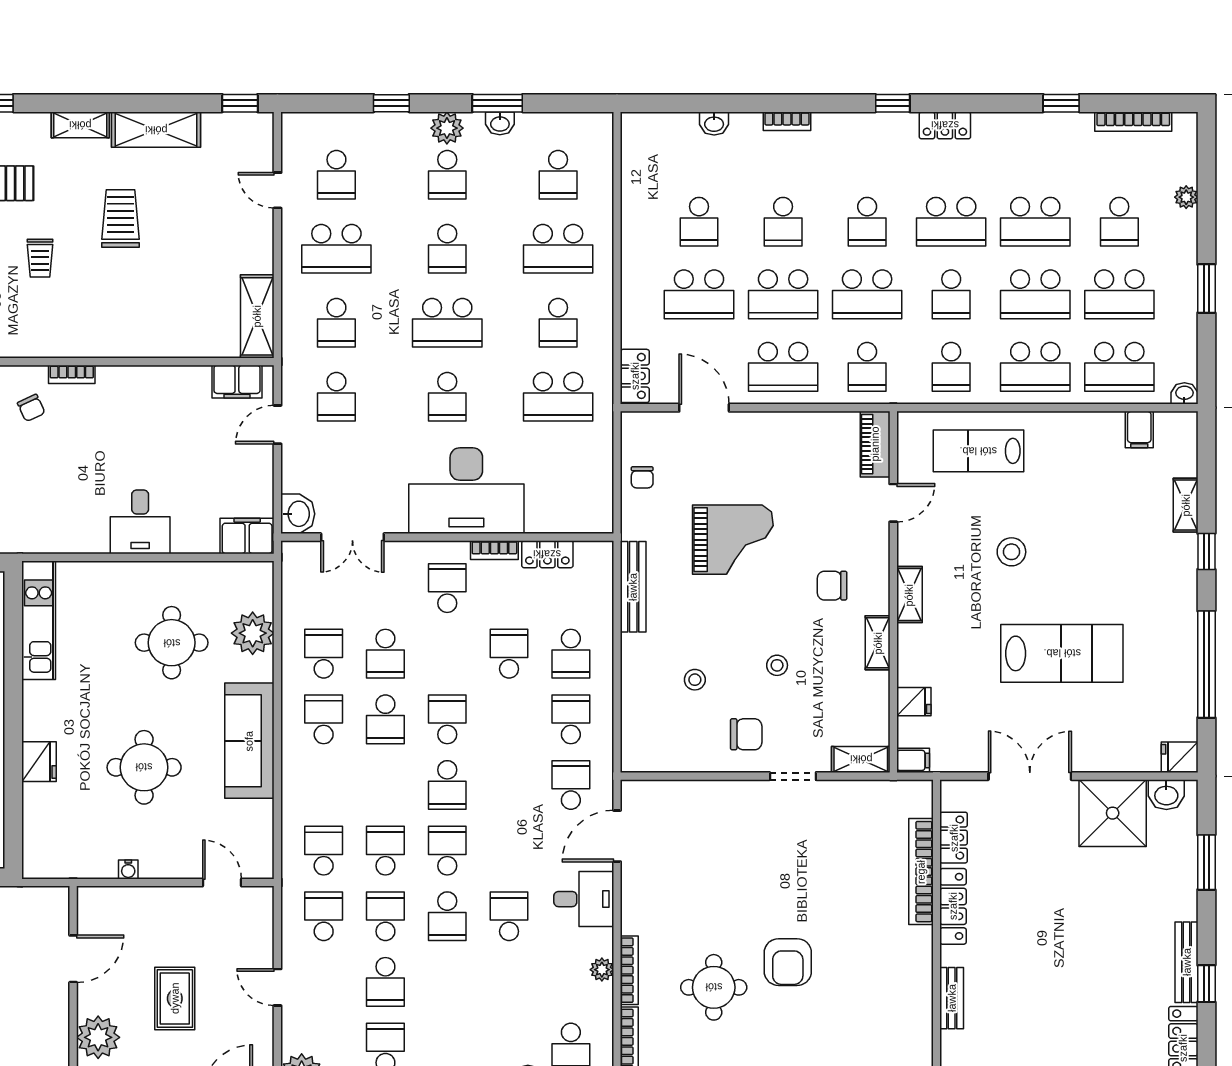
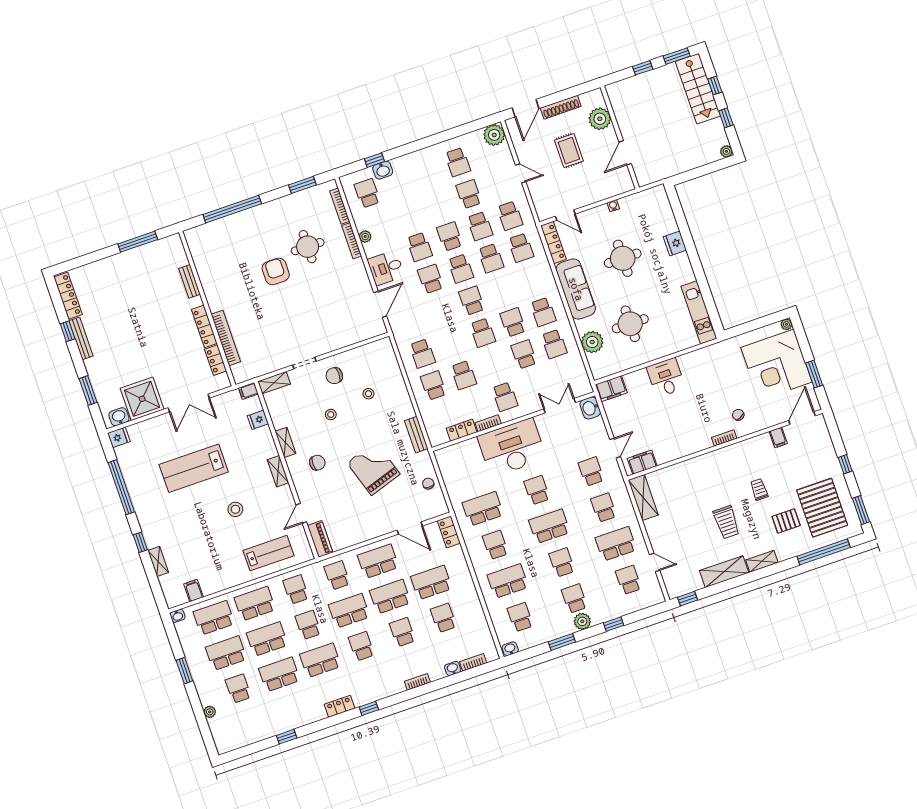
bookcase: (1133, 122) -> (473, 662), moved, width x0.64
washbasin: (500, 123) -> (510, 649), moved
grand piano: (733, 540) -> (373, 468), turned 72
bench: (633, 587) -> (416, 435), width x0.73
school desk: (571, 785) -> (430, 279), moved, turned 180
locker: (261, 840) -> (553, 243), added

